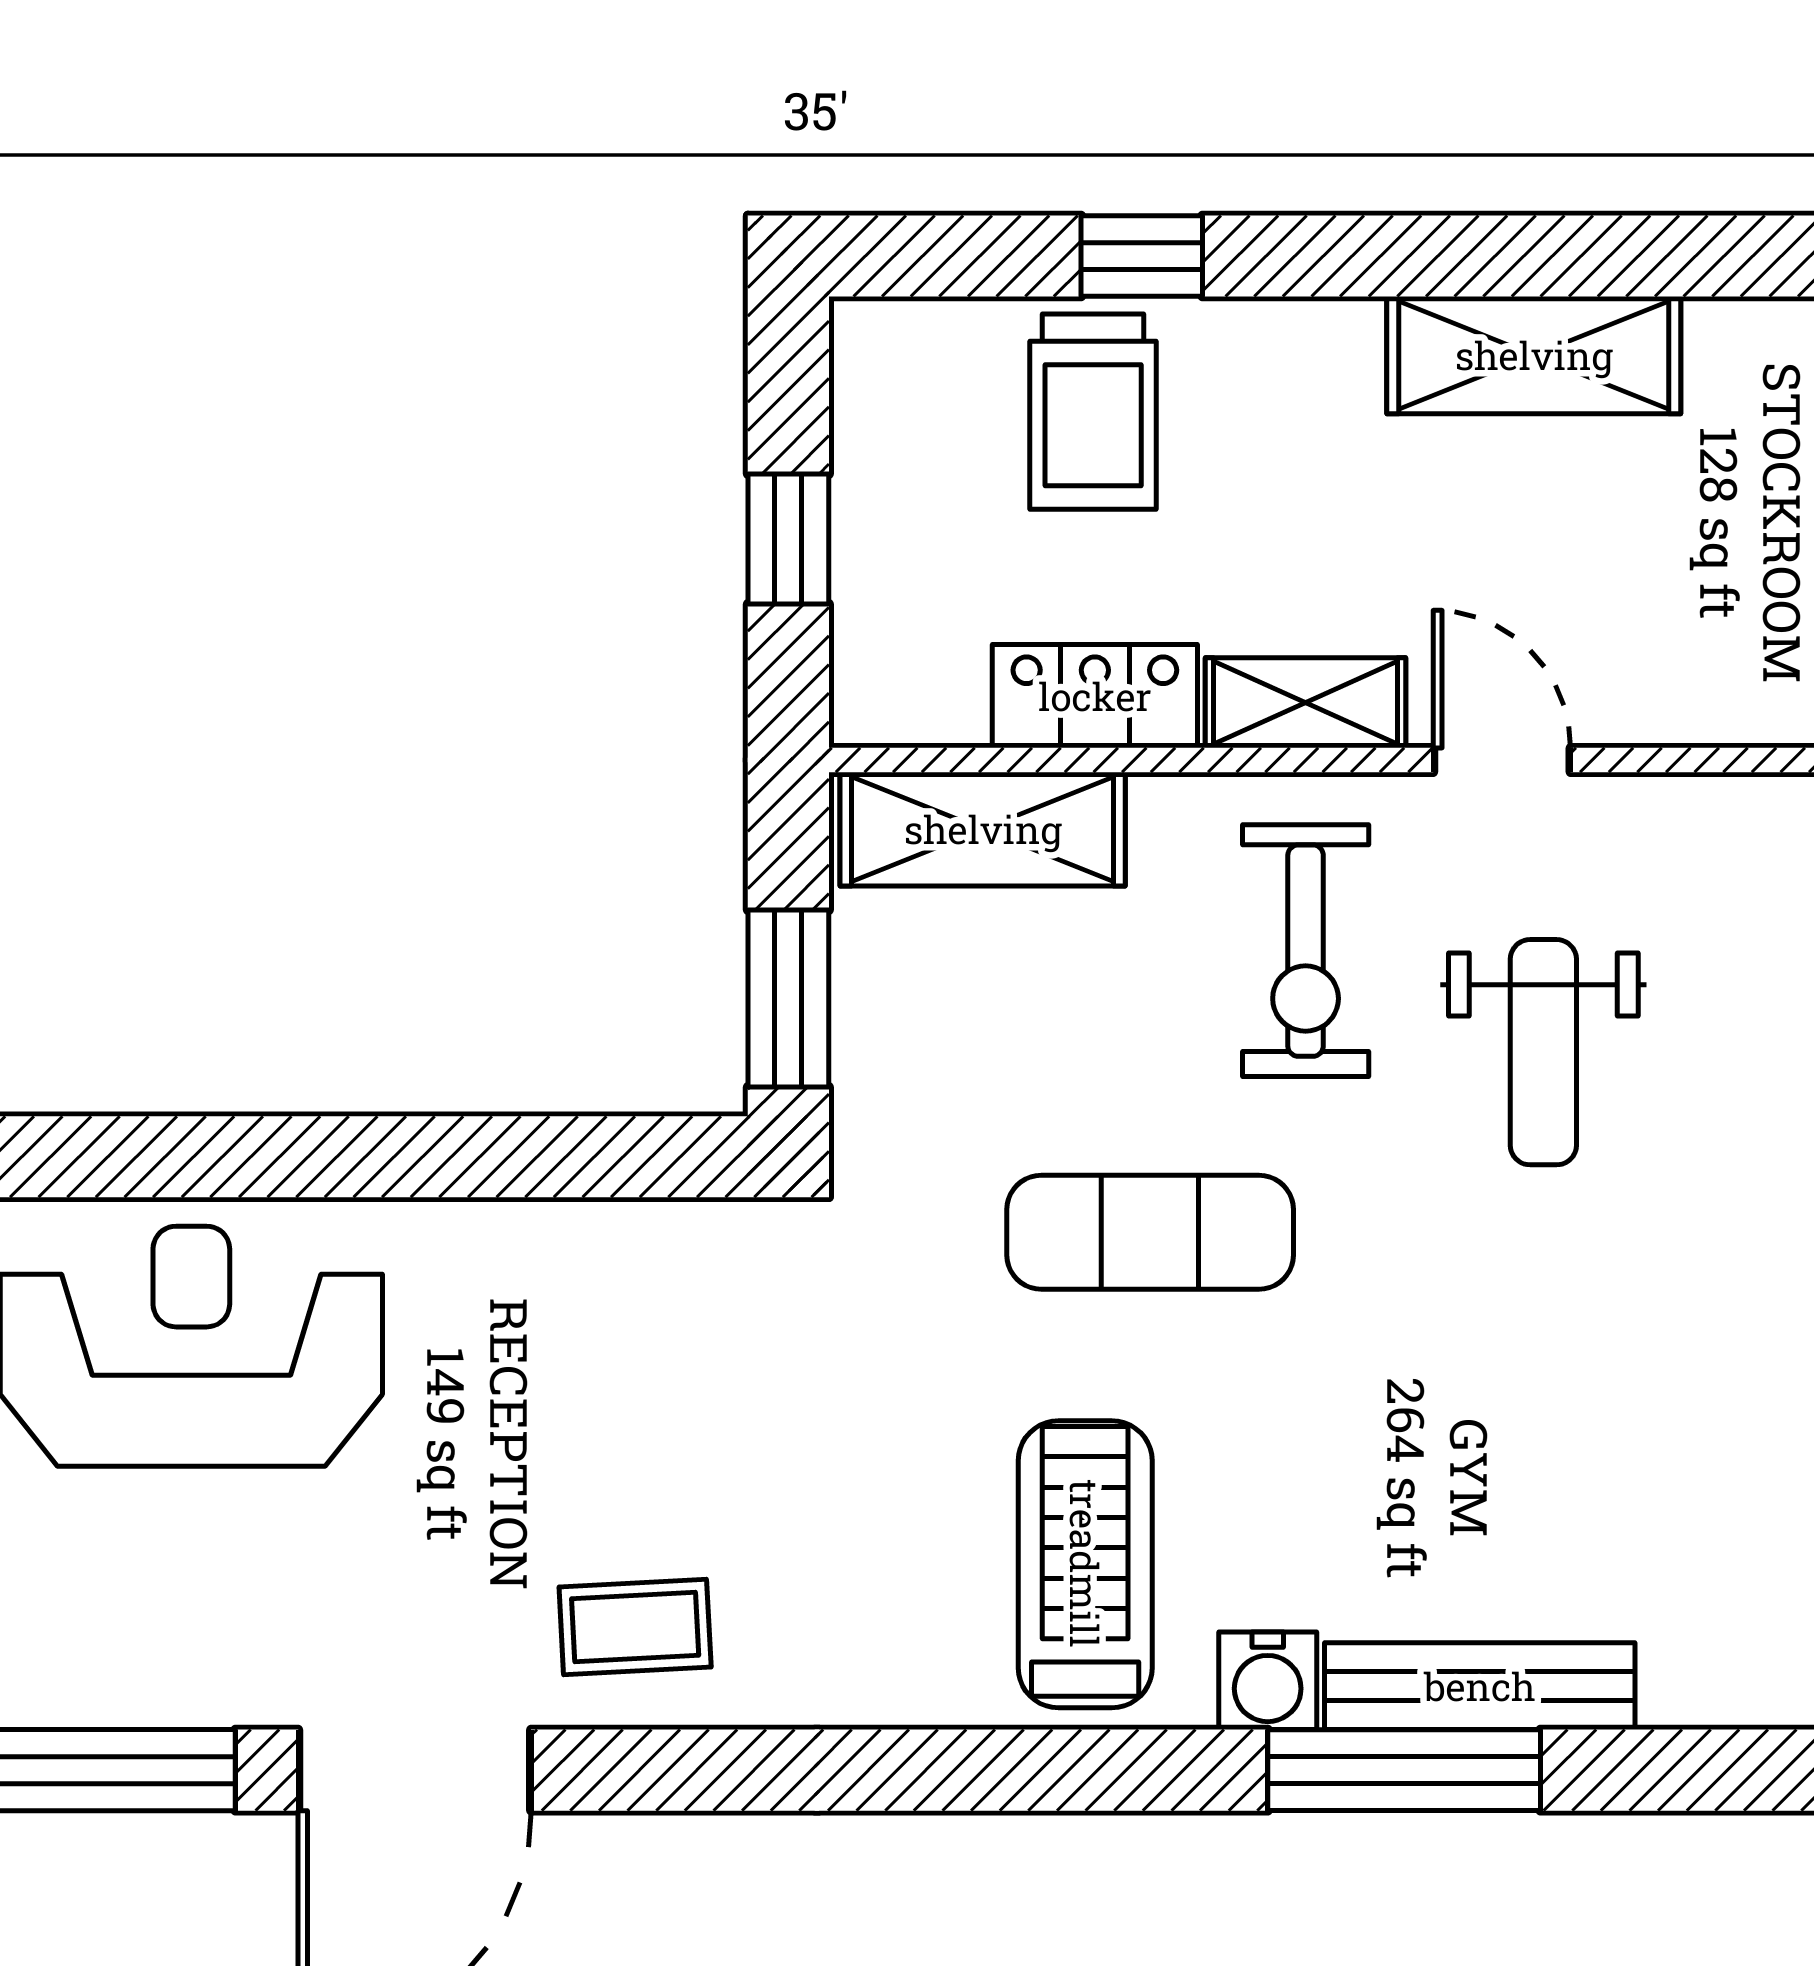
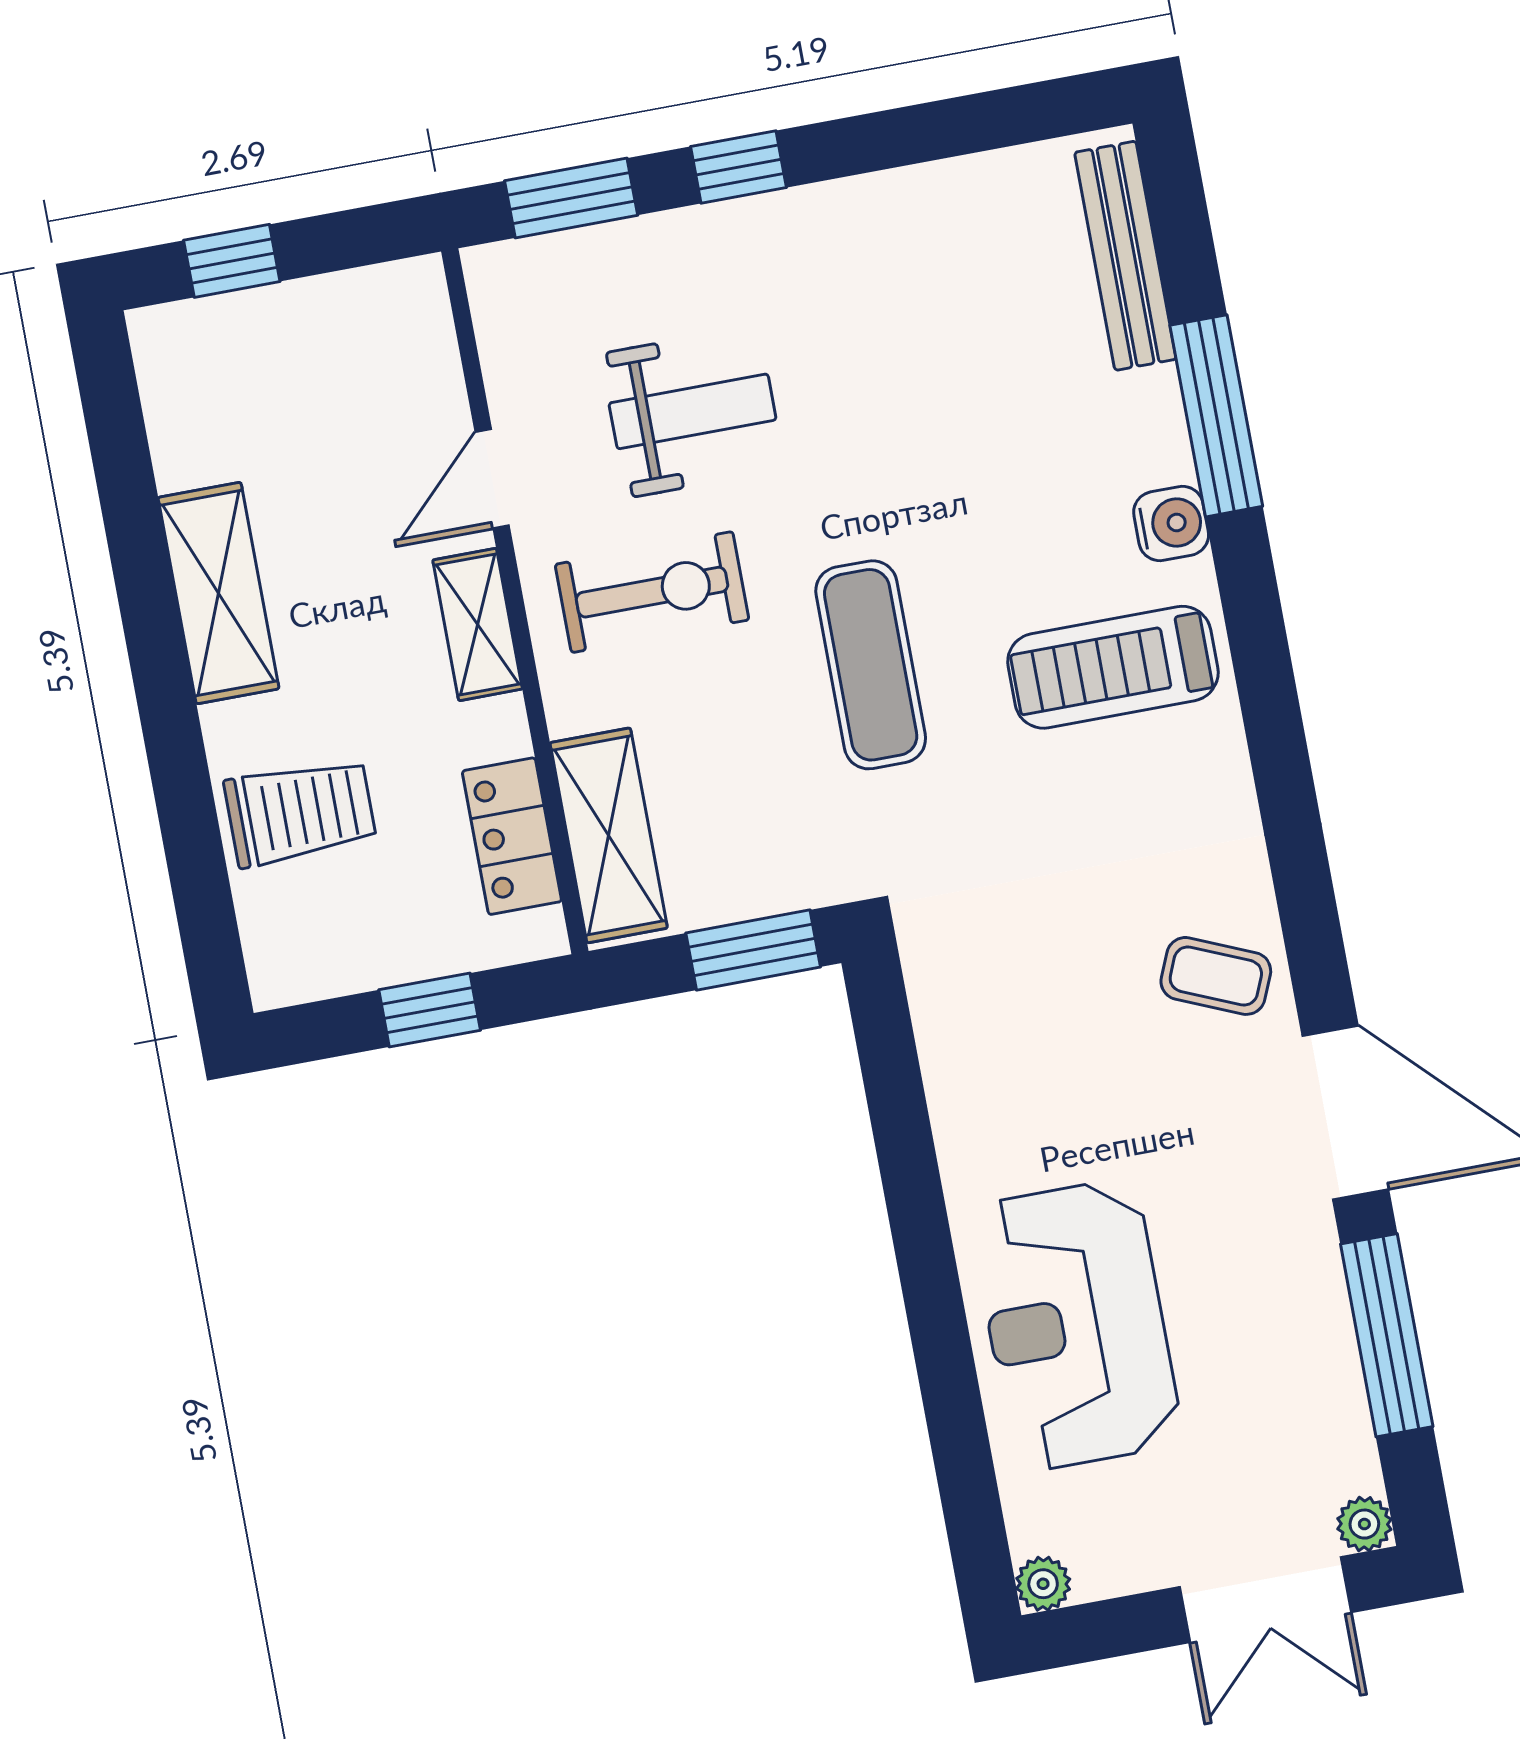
window: (1142, 256) -> (184, 798), removed
shelving: (1534, 355) -> (219, 593), moved
locker: (1095, 696) -> (512, 836), moved
coffee table: (635, 1627) -> (1216, 976), turned -64
bench: (1480, 1686) -> (1125, 256), moved

